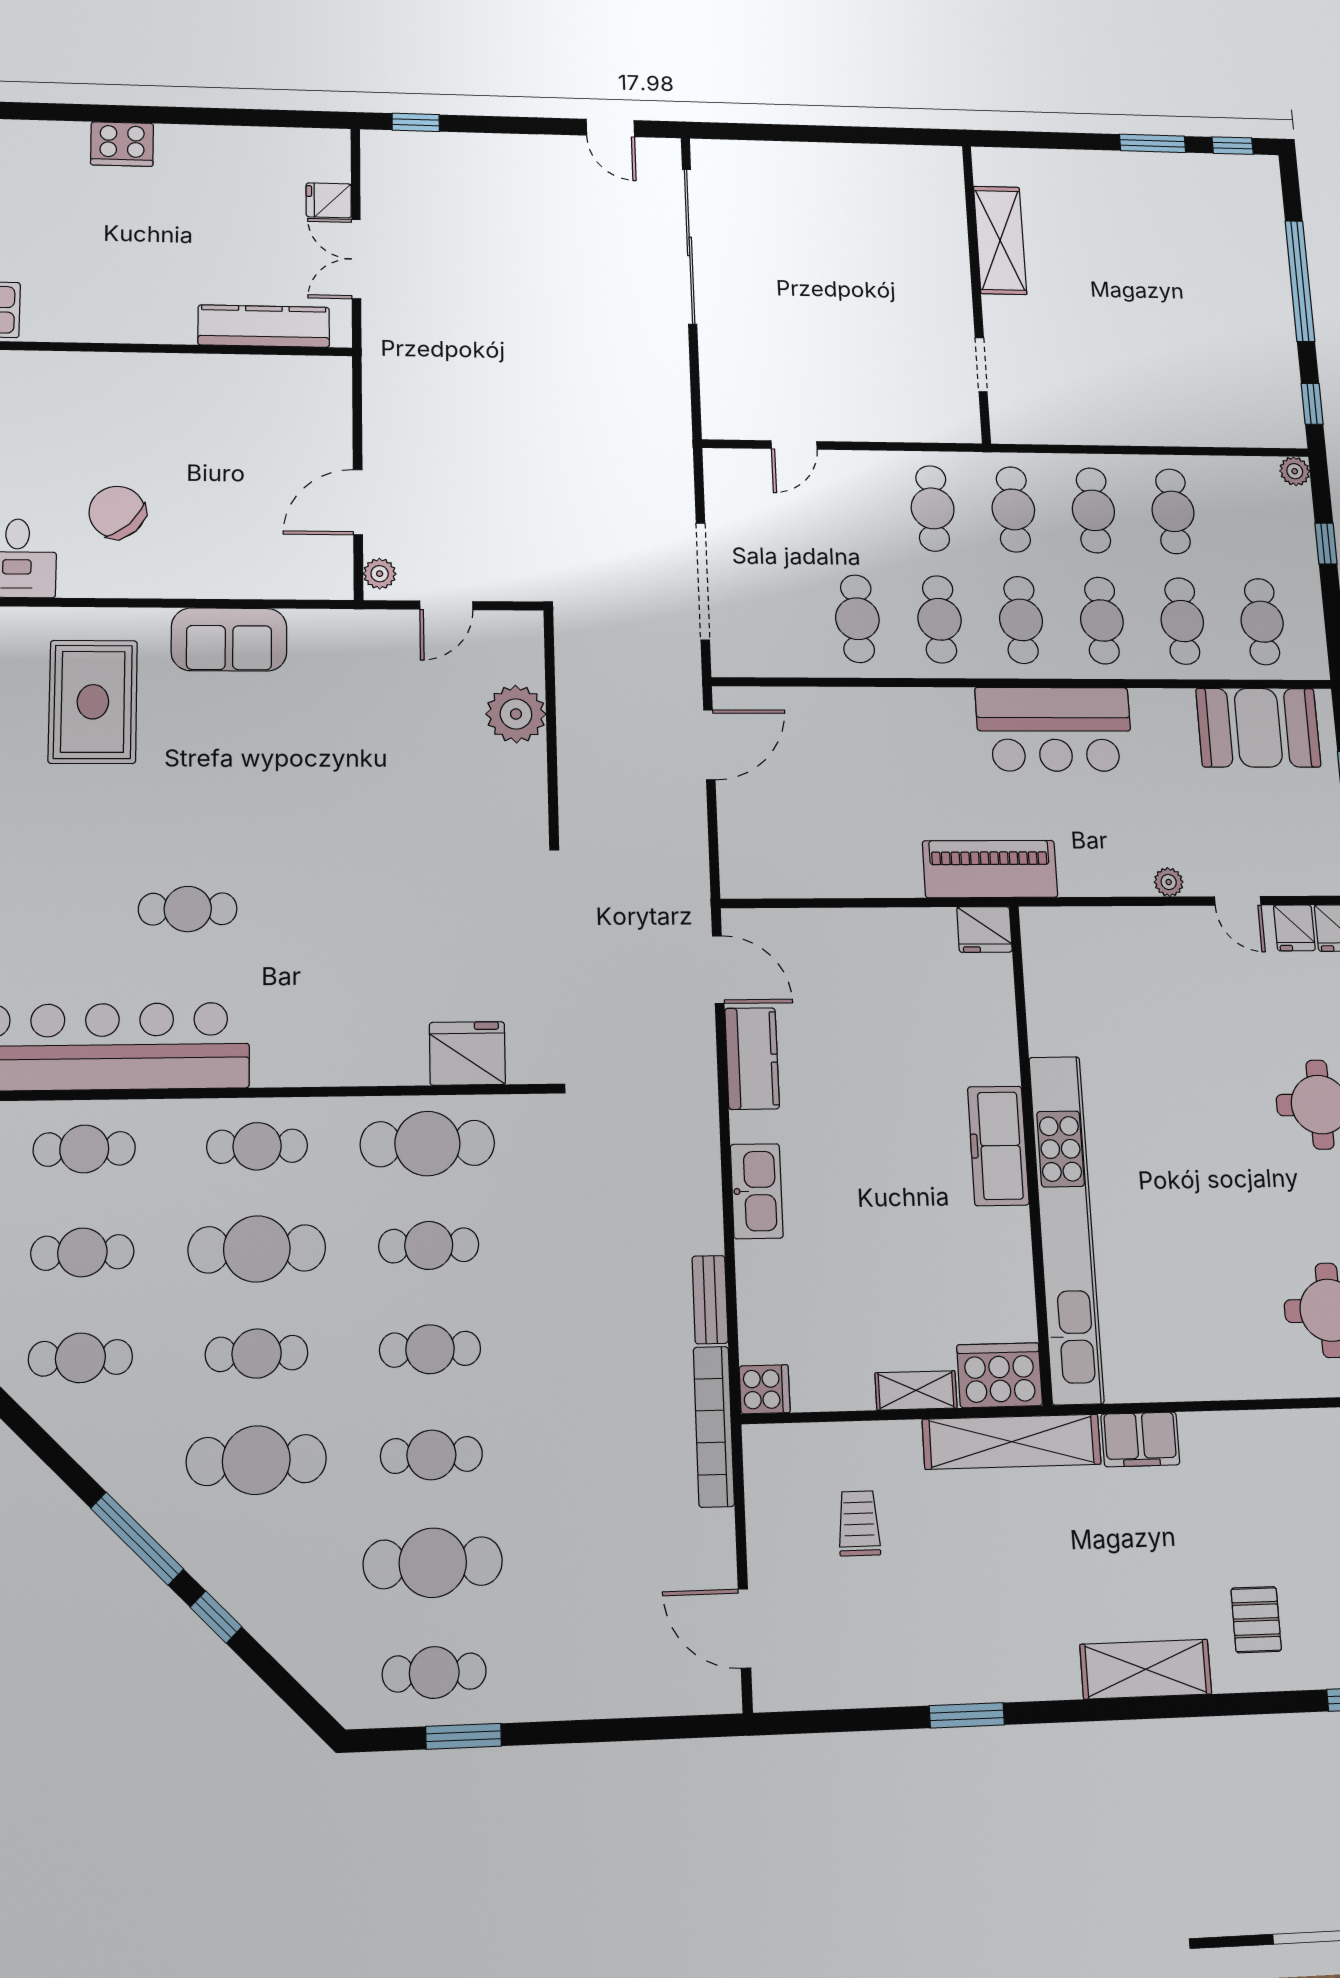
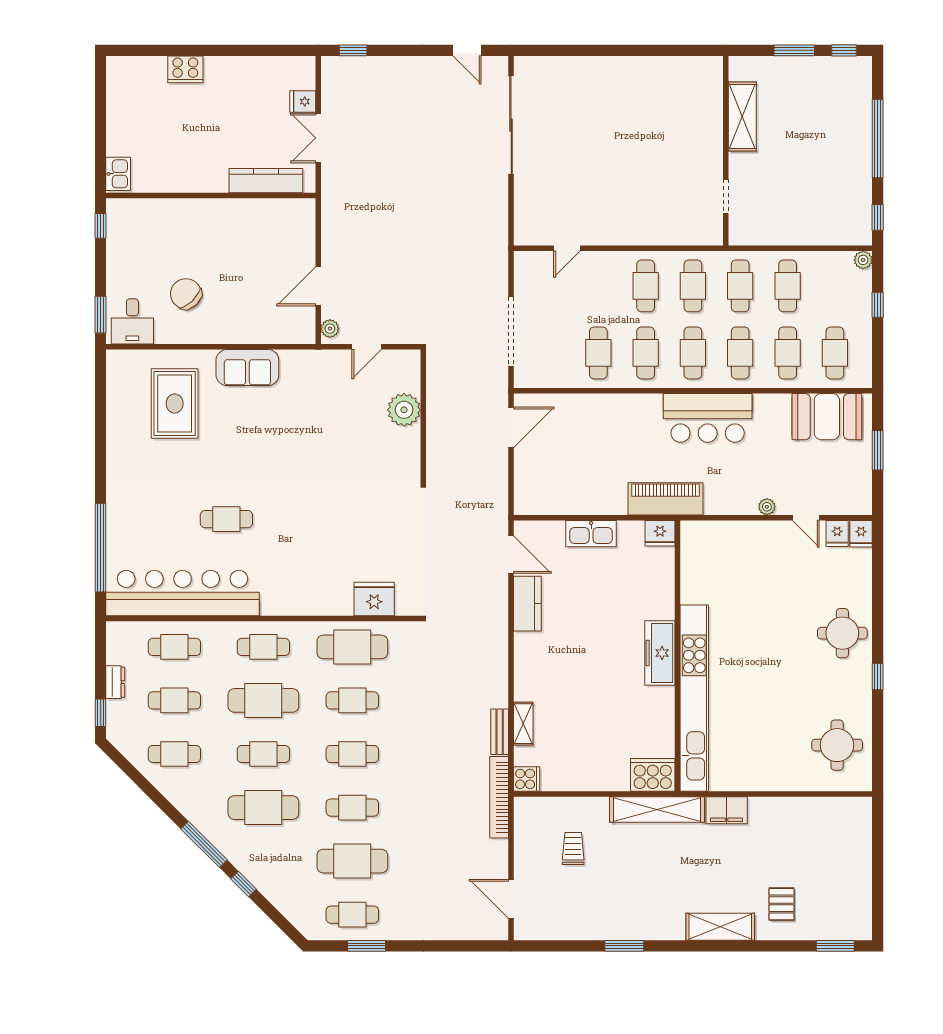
shelving: (1000, 240) -> (742, 116), moved
wall: (976, 293) -> (726, 151), moved
doorway: (981, 365) -> (726, 196), moved
kitchen sink: (757, 1191) -> (591, 534), moved, turned 90
shelving: (916, 1390) -> (523, 724), moved, turned 90

